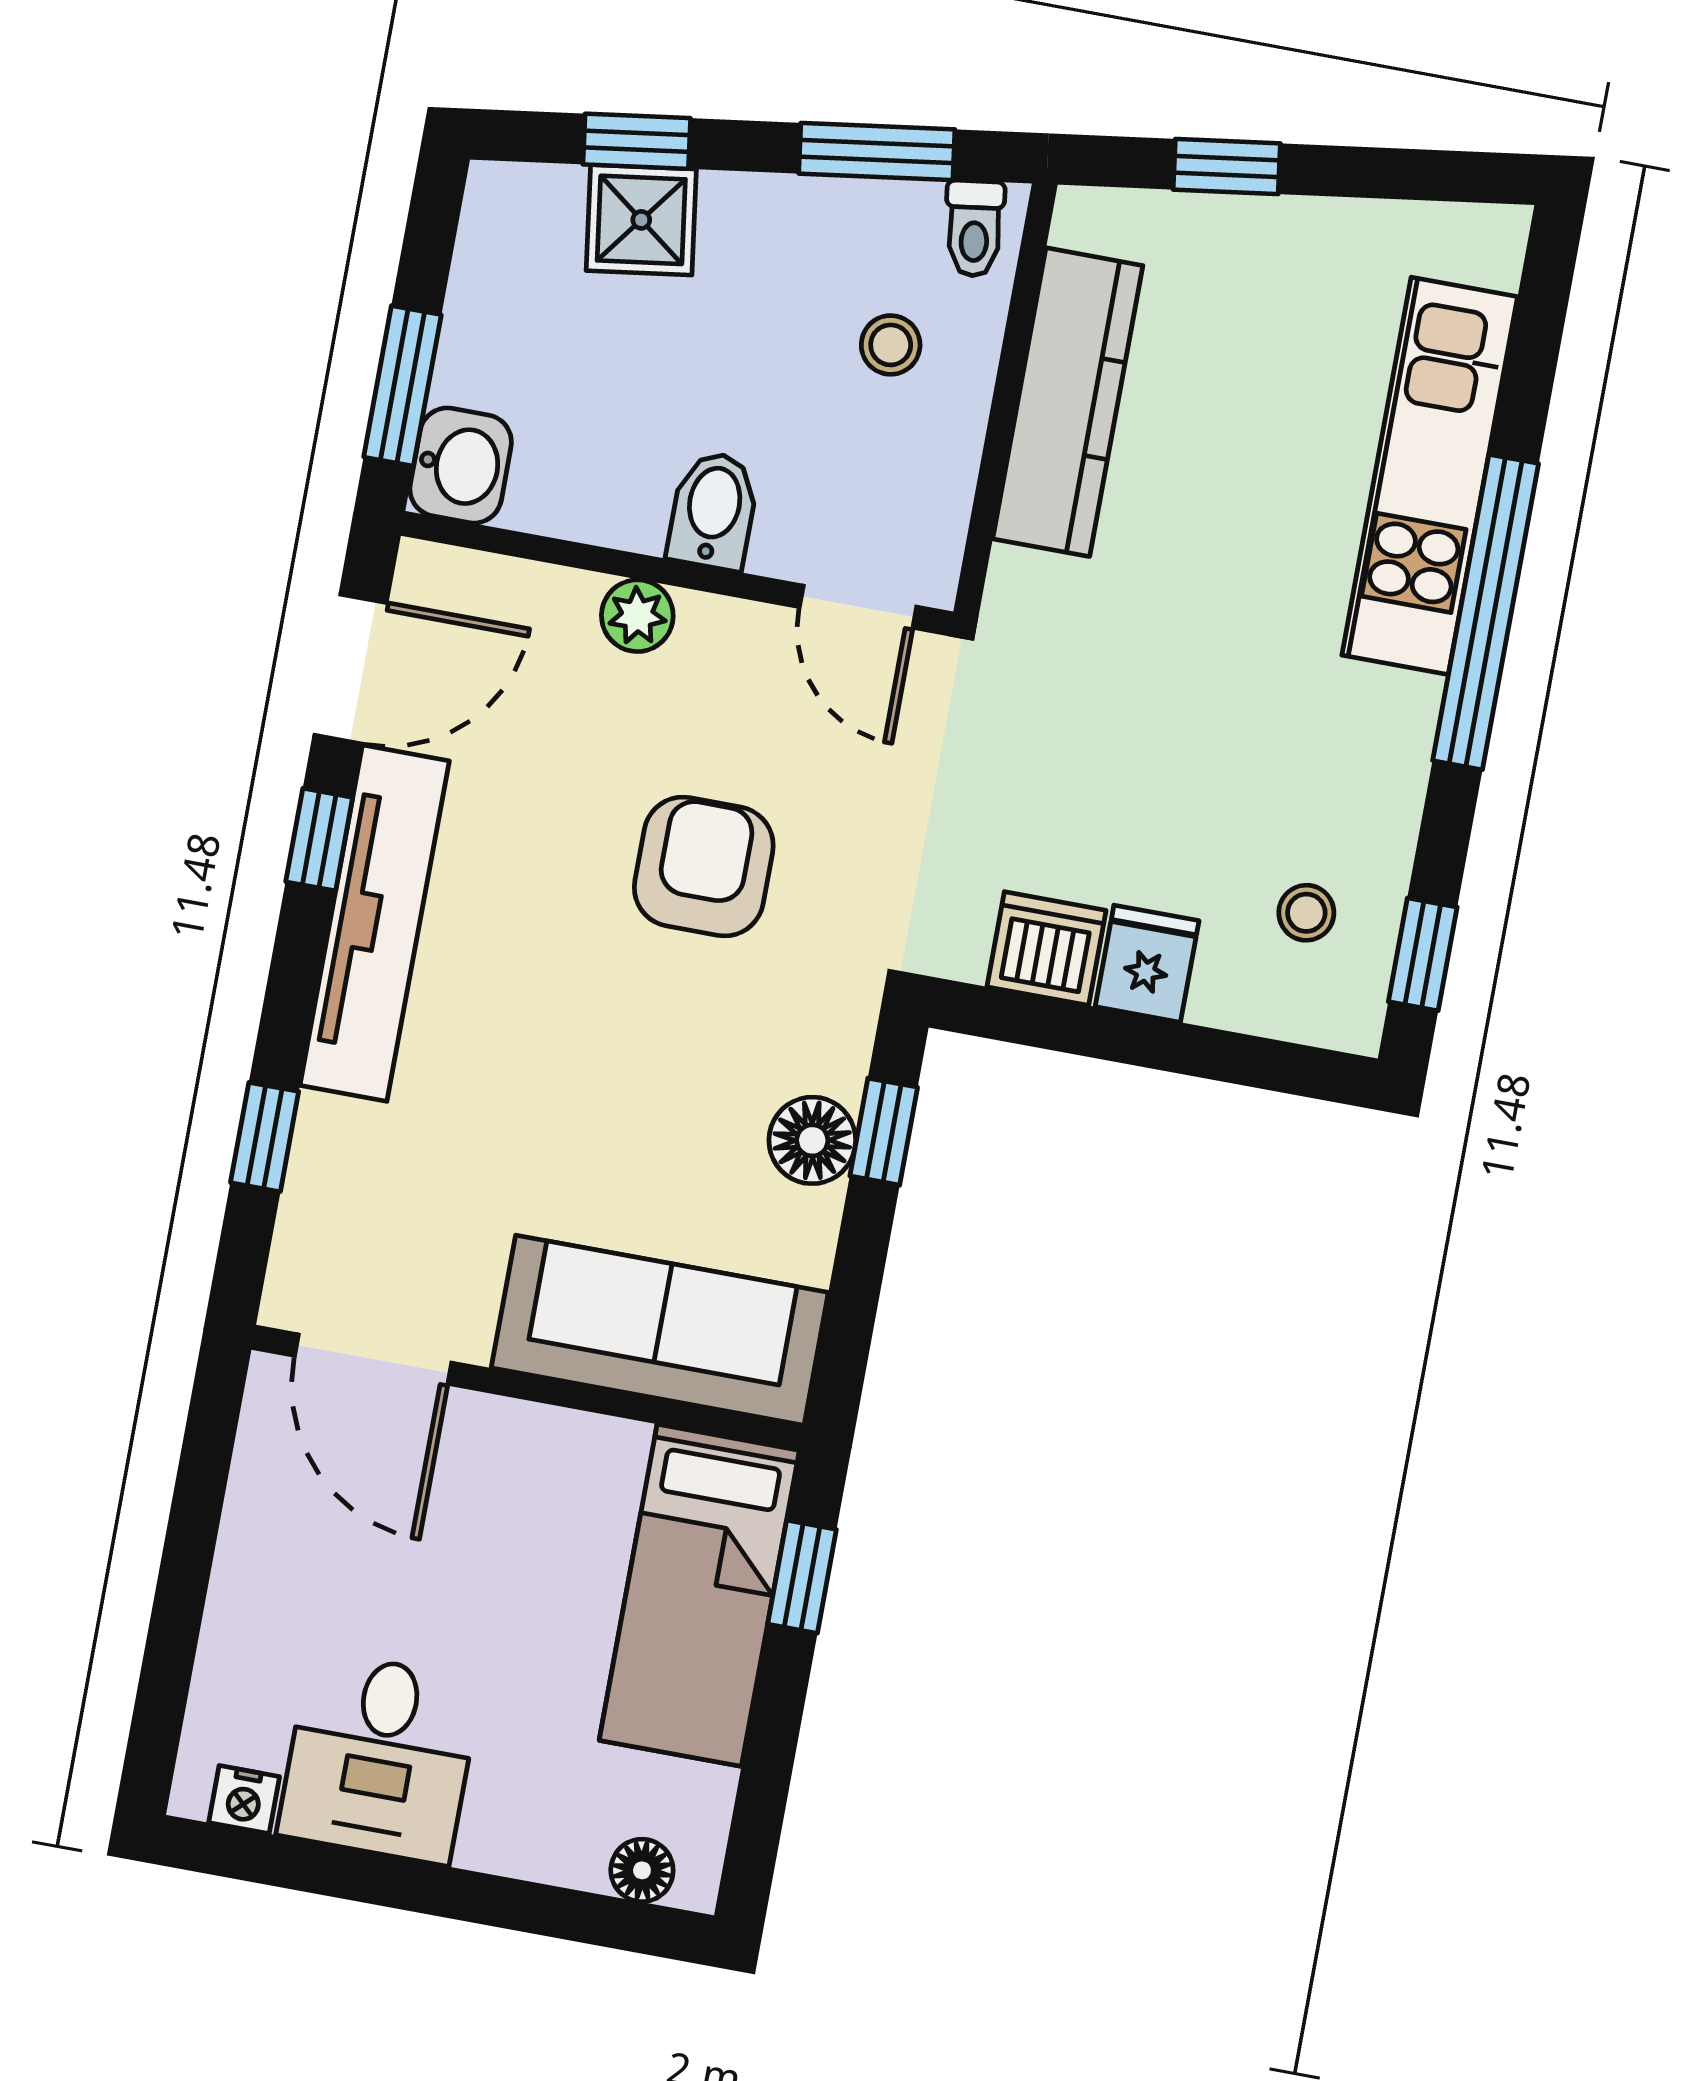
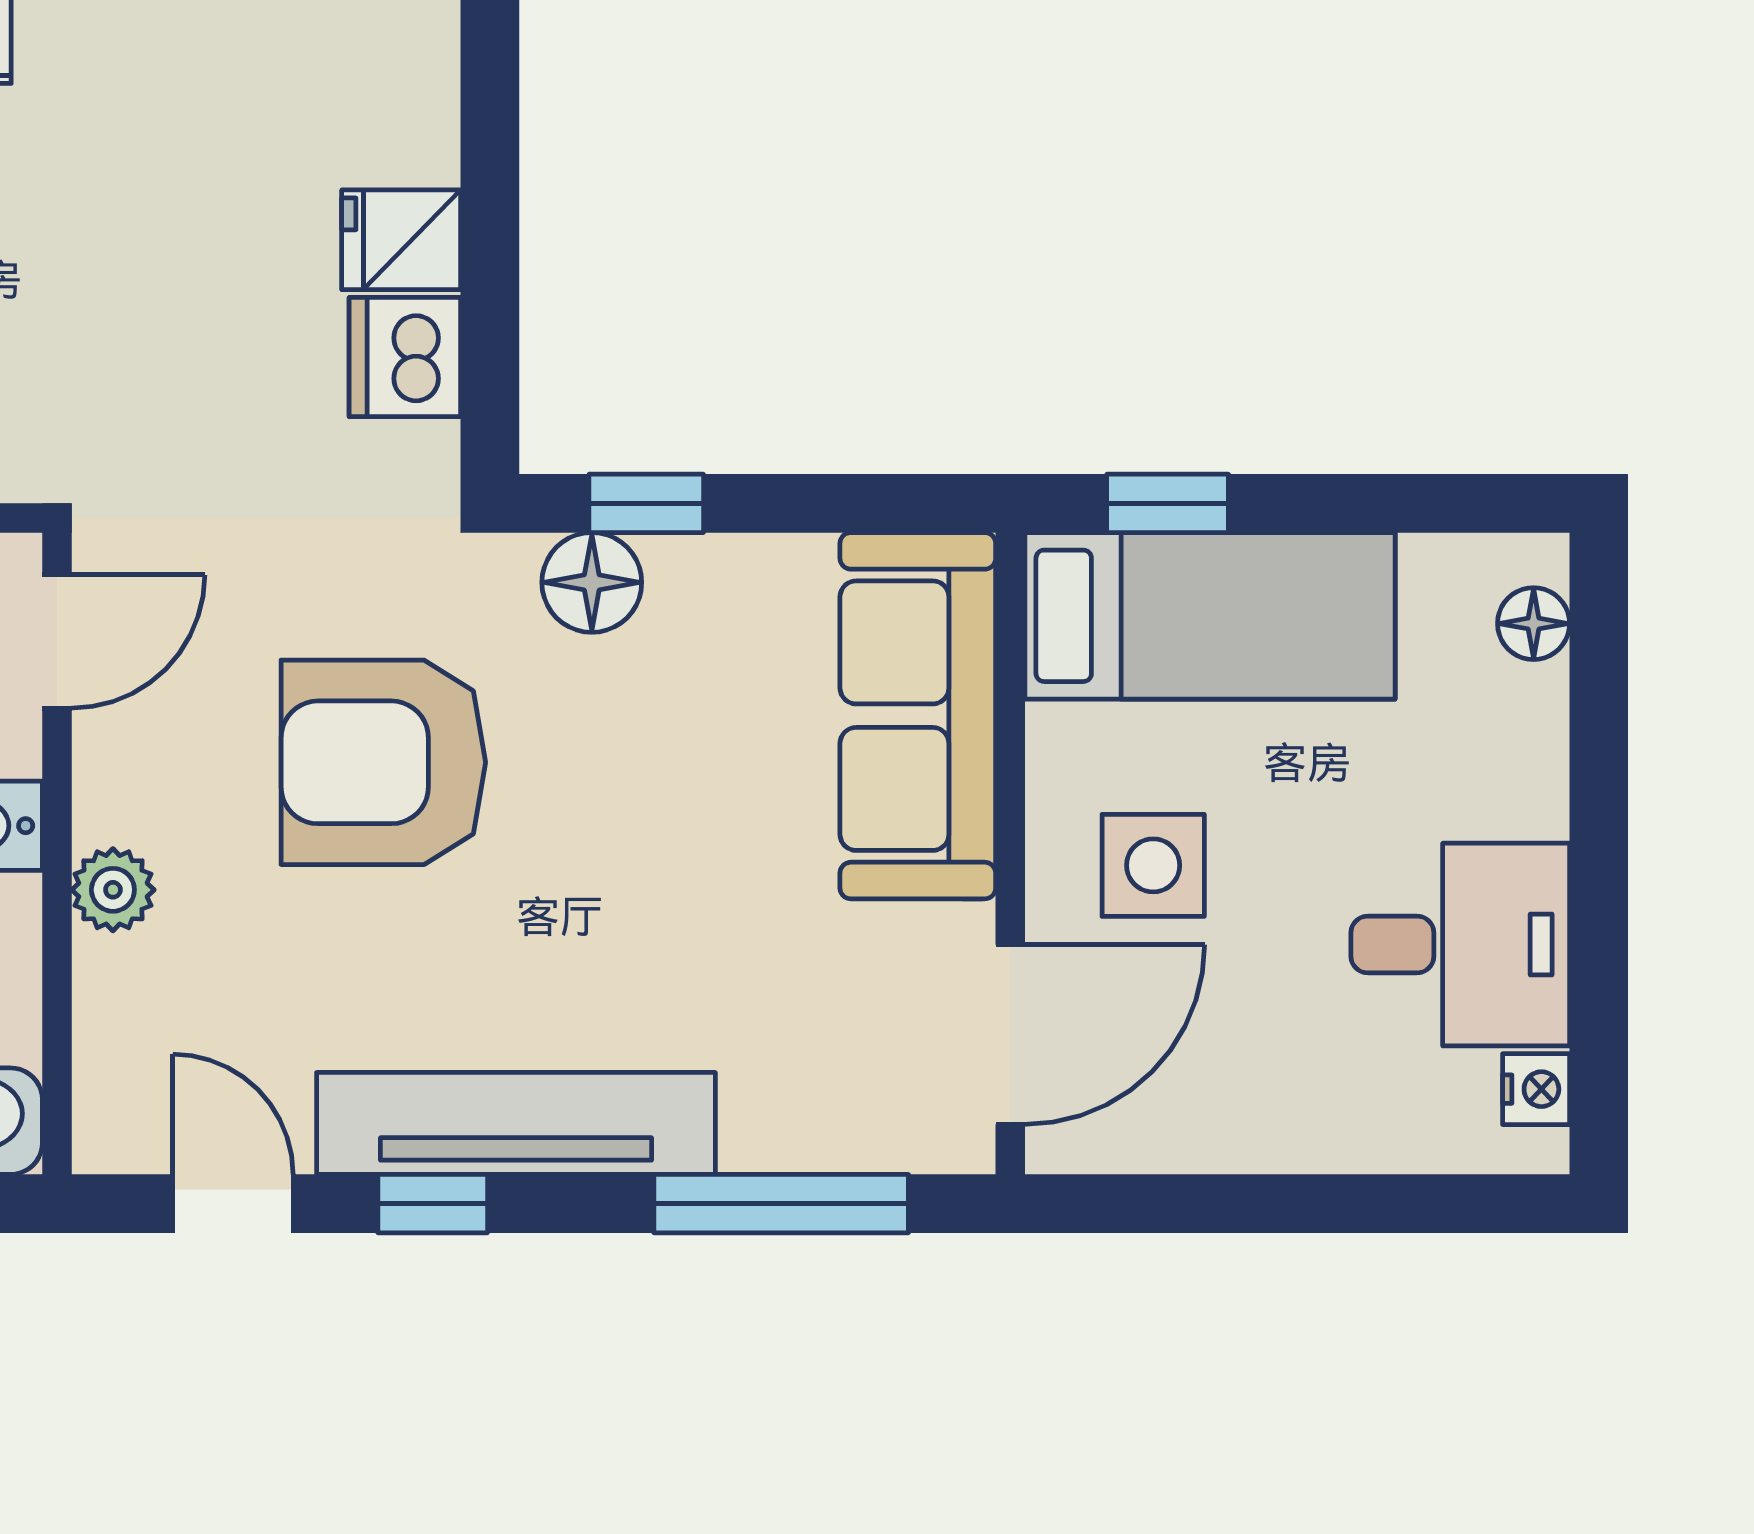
door: (351, 669) -> (233, 1204), width x0.73
armchair: (704, 867) -> (383, 762), width x1.36, depth x1.36
stool: (1306, 913) -> (310, 70), removed
window: (265, 1137) -> (781, 1204), width x2.17
floor lamp: (812, 1140) -> (592, 582), moved
side table: (495, 1508) -> (1153, 865), added

